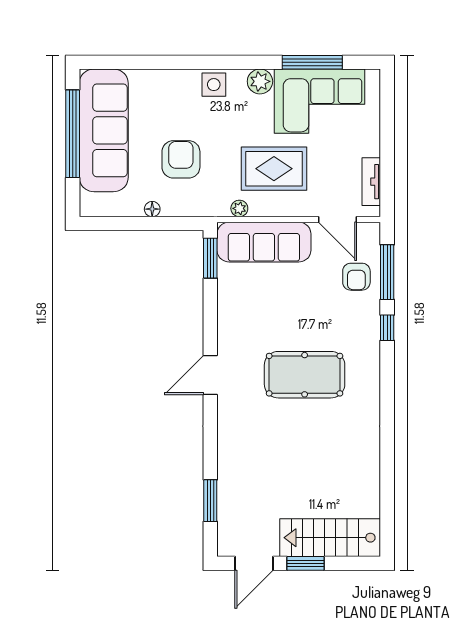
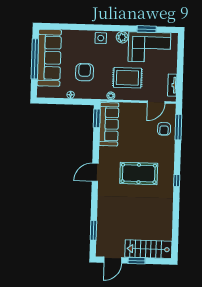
window: (312, 62) -> (147, 29), width x0.69
door: (338, 219) -> (156, 102), hinge flipped
sofa: (264, 242) -> (109, 124), moved, turned -90
window: (387, 328) -> (177, 180), moved

